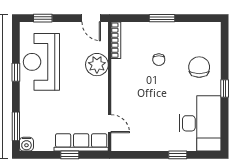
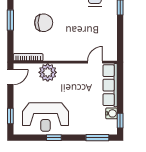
chair: (159, 60) -> (44, 23), width x1.87, depth x1.87
water cooler: (26, 144) -> (112, 113), moved
window: (70, 155) -> (120, 121), moved

